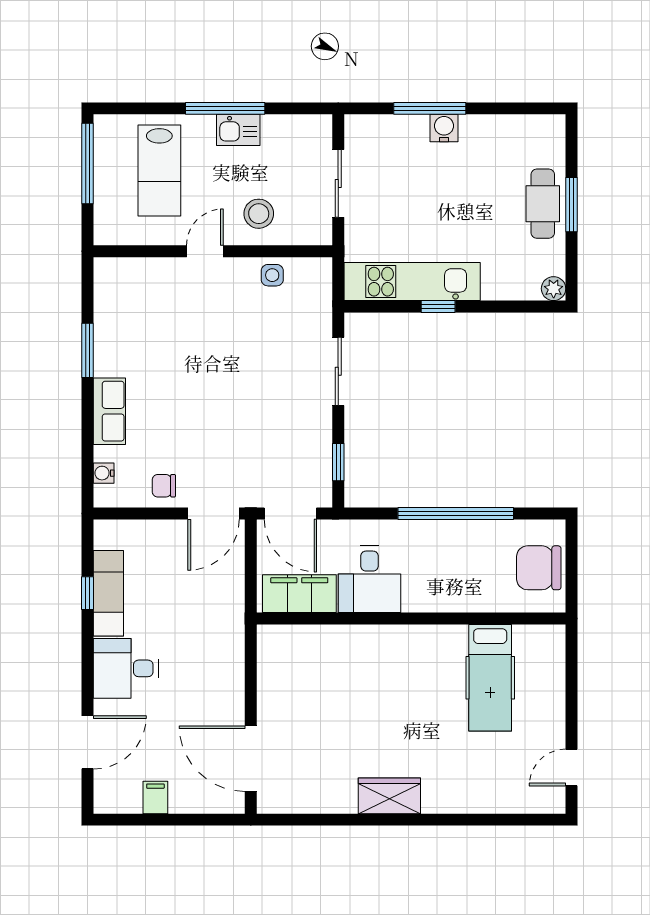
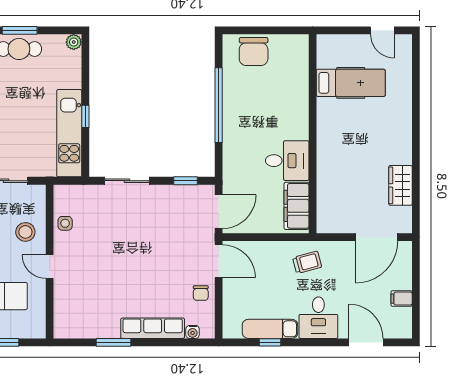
row of seats: (109, 411) -> (153, 328), width x1.48
desk: (369, 579) -> (287, 161), moved
filing cabinet: (299, 594) -> (296, 206), moved
wall: (411, 618) -> (313, 134), moved
trolley: (212, 651) -> (307, 262), added
hospital bed: (490, 678) -> (351, 83), moved
wardrobe: (389, 796) -> (400, 185), moved

